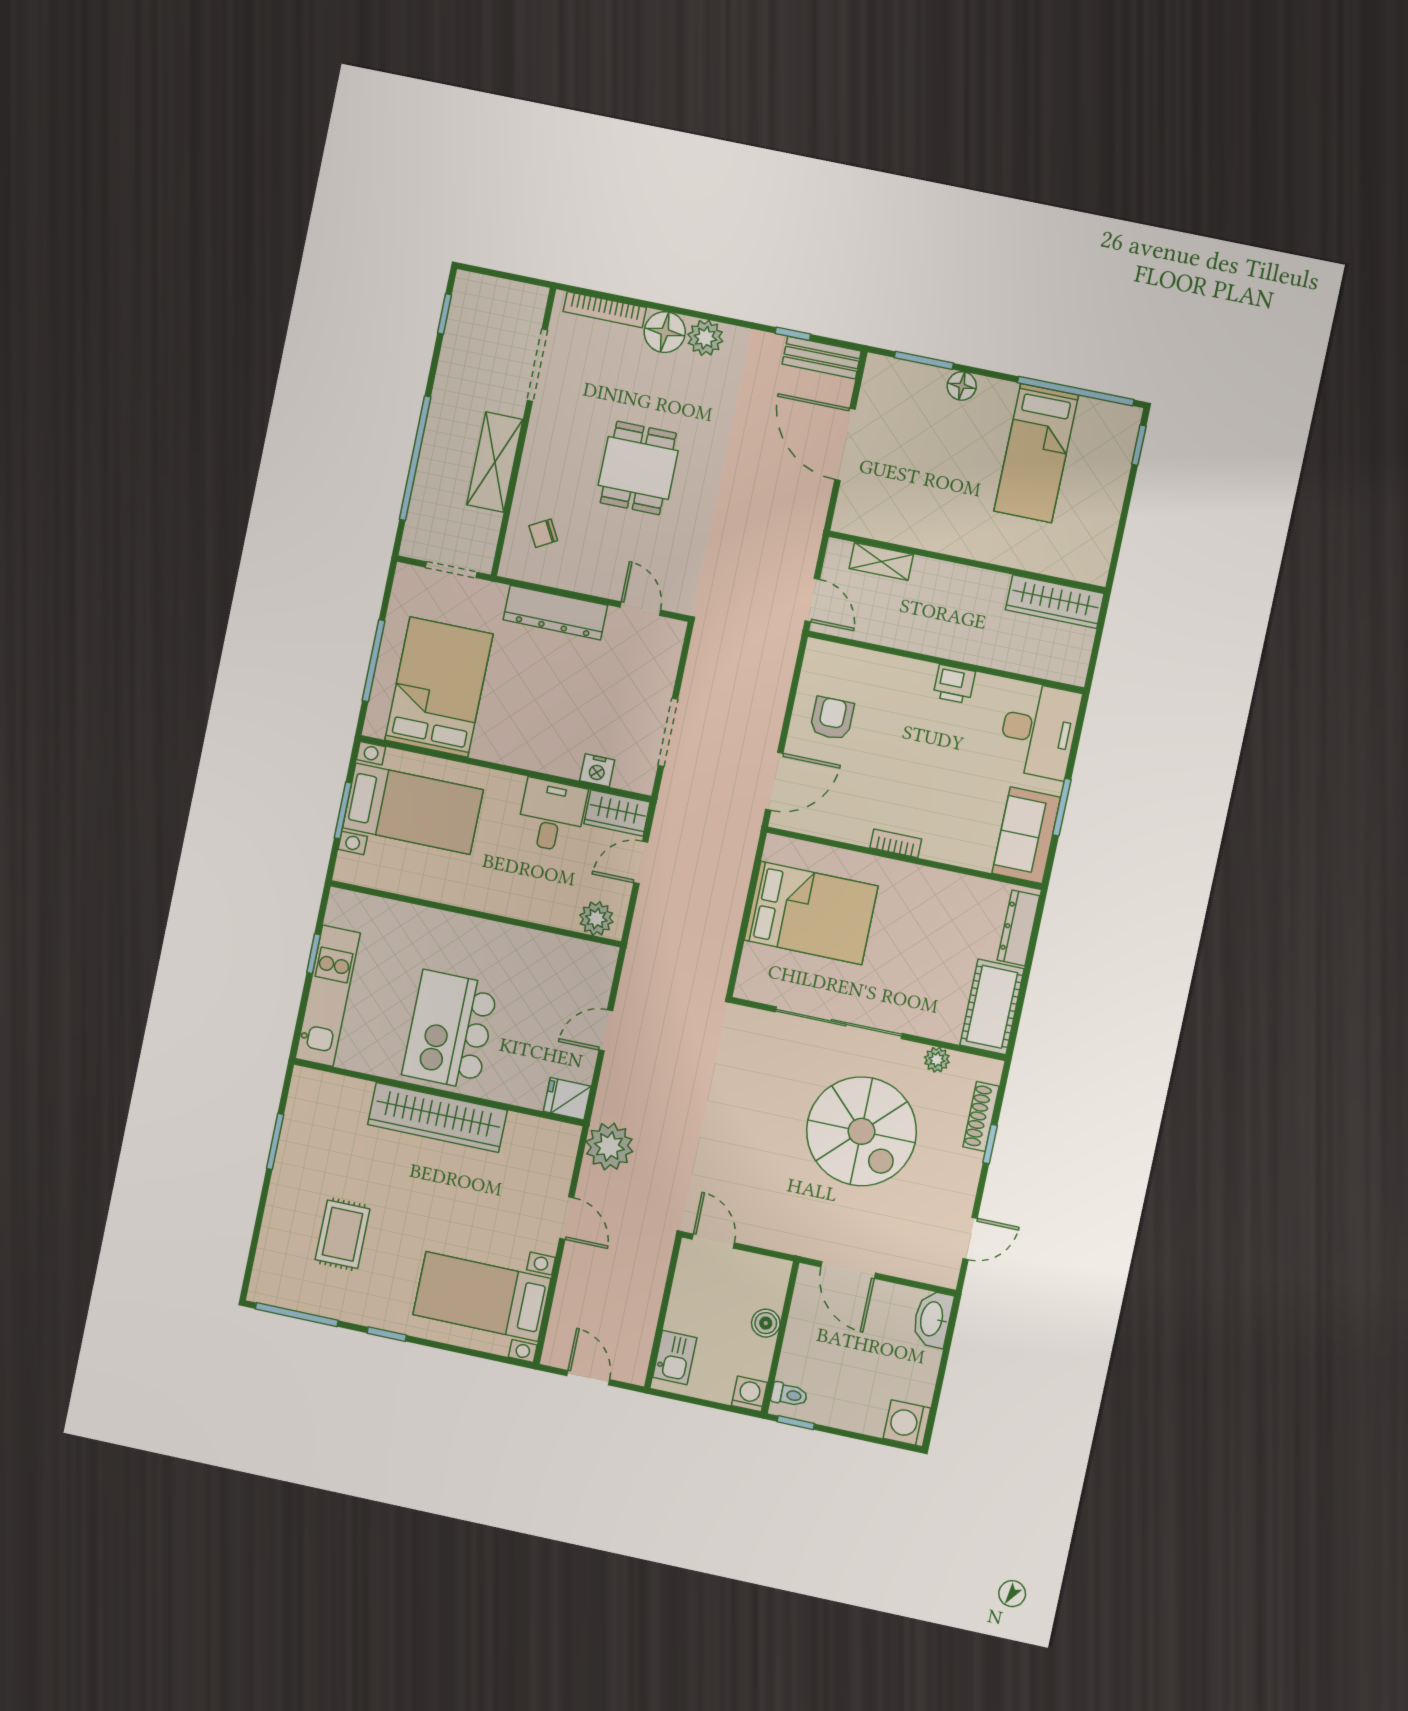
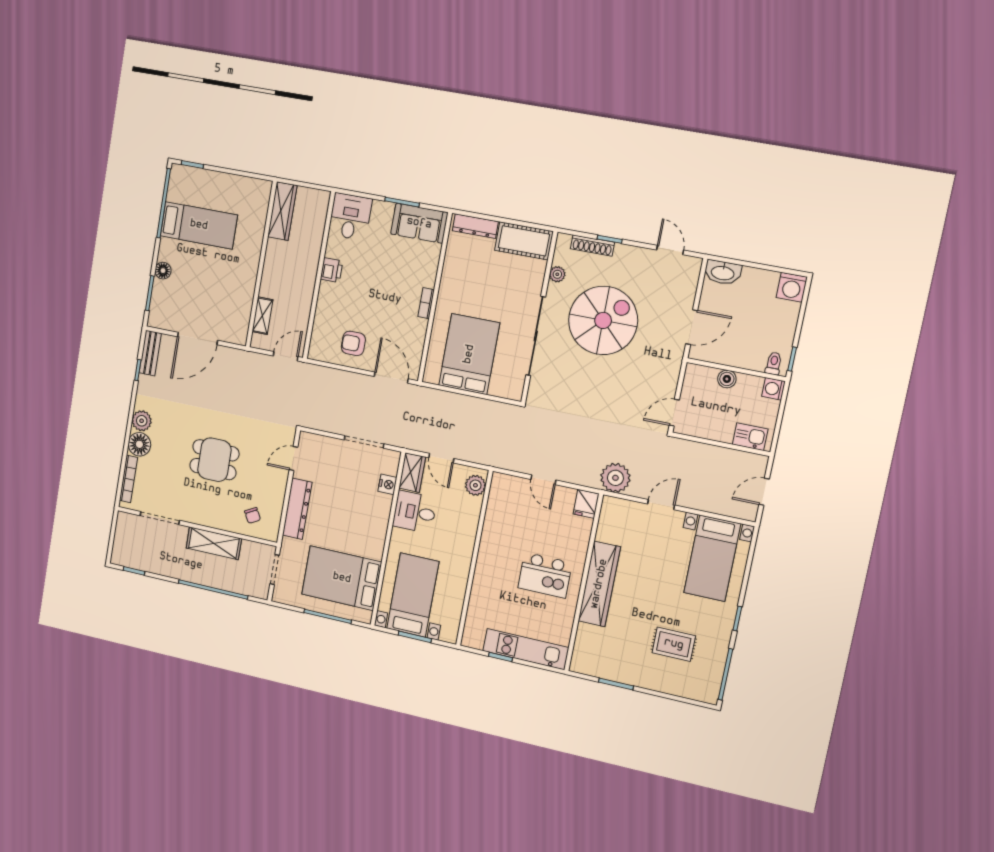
desk: (1039, 730) -> (350, 217), width x0.73
kitchen island: (450, 1030) -> (545, 575), width x0.73, depth x0.78

